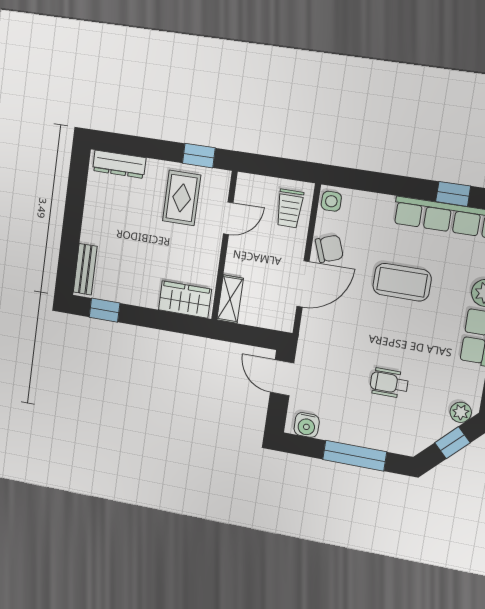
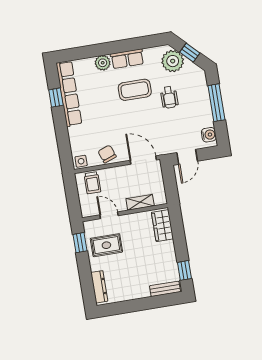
trolley: (290, 208) -> (92, 183), turned 90
coffee table: (402, 282) -> (135, 90), moved, turned 90
door: (303, 284) -> (143, 160), moved
shelving: (230, 299) -> (140, 202), moved
plant: (461, 412) -> (173, 61), width x1.88, depth x1.88

